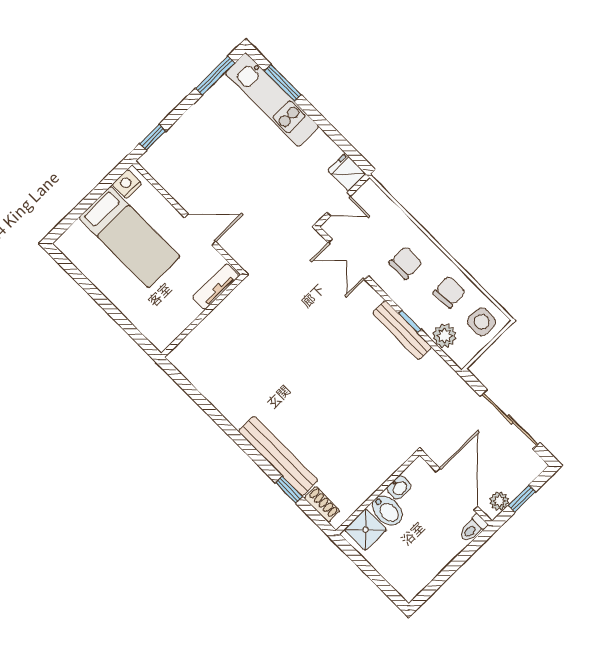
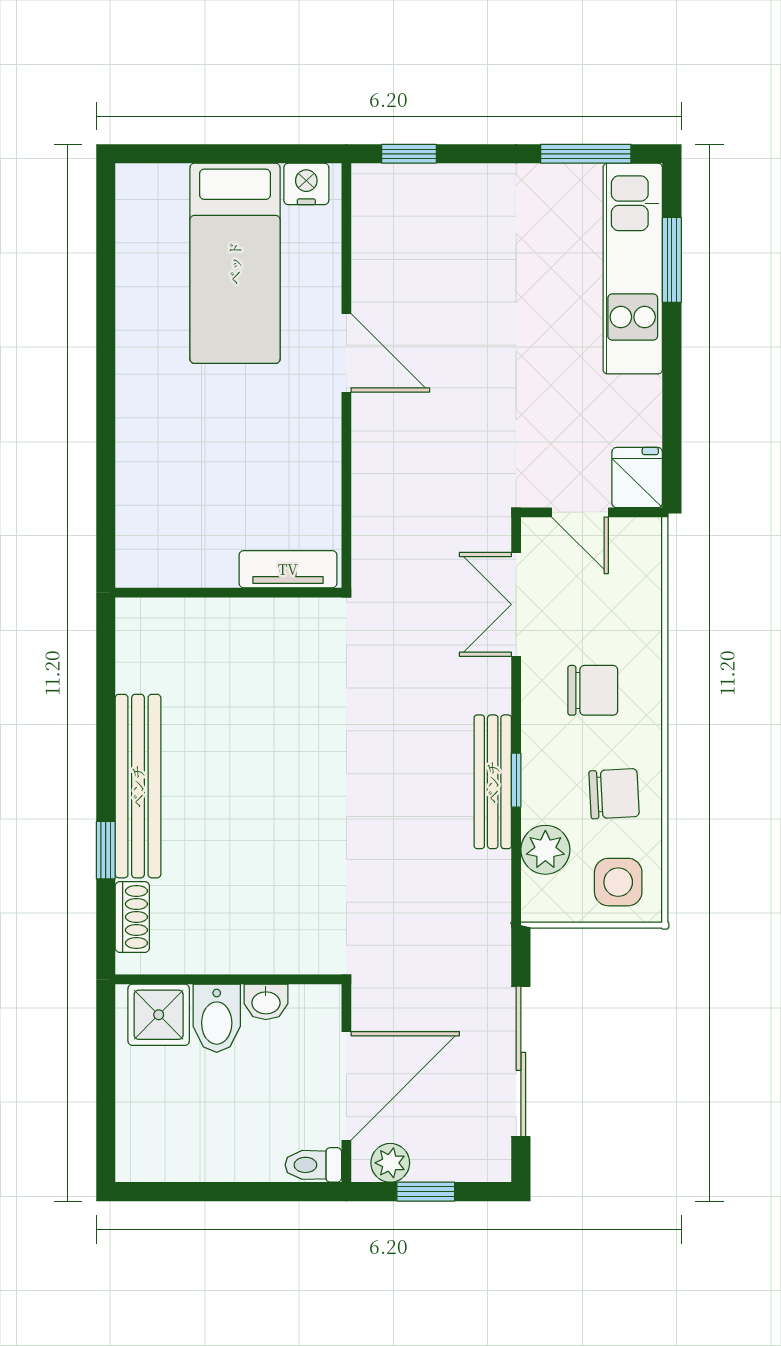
tv unit: (216, 287) -> (288, 569), moved
wall: (203, 316) -> (228, 593), moved

